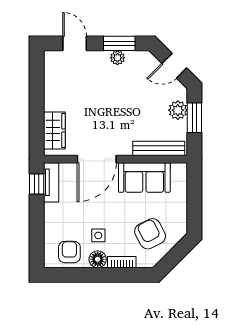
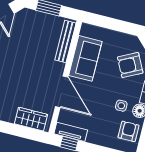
plant: (178, 110) -> (40, 19), removed
armchair: (69, 252) -> (128, 131), turned 90

